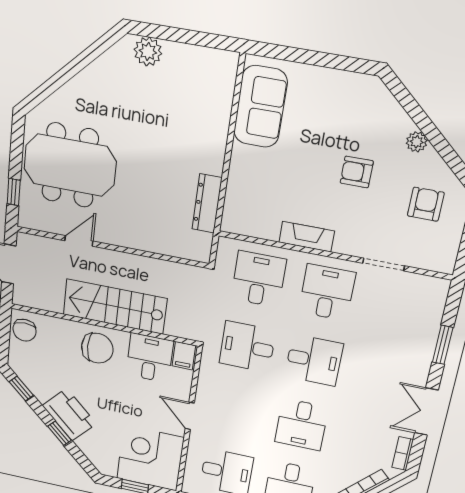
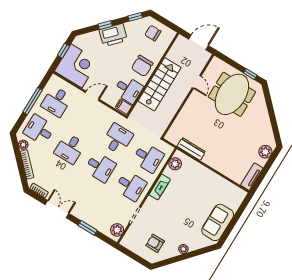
tv unit: (209, 59) -> (252, 177), added
sofa: (260, 107) -> (218, 222), moved, turned 90
armchair: (357, 172) -> (180, 220), removed
window: (14, 192) -> (250, 74), moved
armchair: (426, 204) -> (155, 243), turned 180
plant: (249, 224) -> (175, 164), added
plant: (426, 288) -> (117, 230), added
chair: (25, 330) -> (153, 33), moved
desk: (314, 360) -> (100, 167), turned -90
desk: (301, 424) -> (70, 148), turned -90

